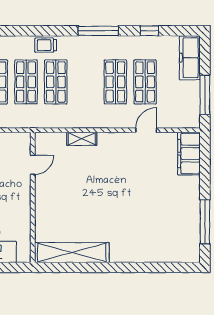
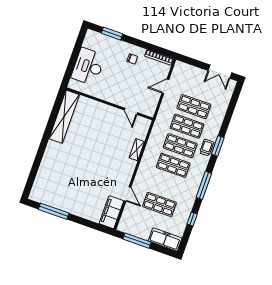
window: (38, 31) -> (218, 146), added
shop shelf: (115, 82) -> (173, 165), moved
filing cabinet: (189, 154) -> (111, 212), moved, turned -90

